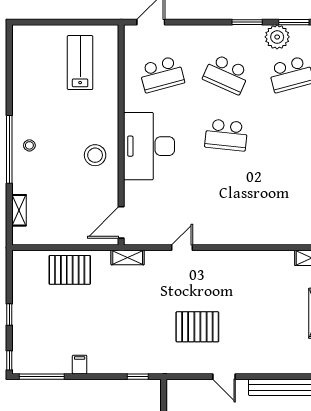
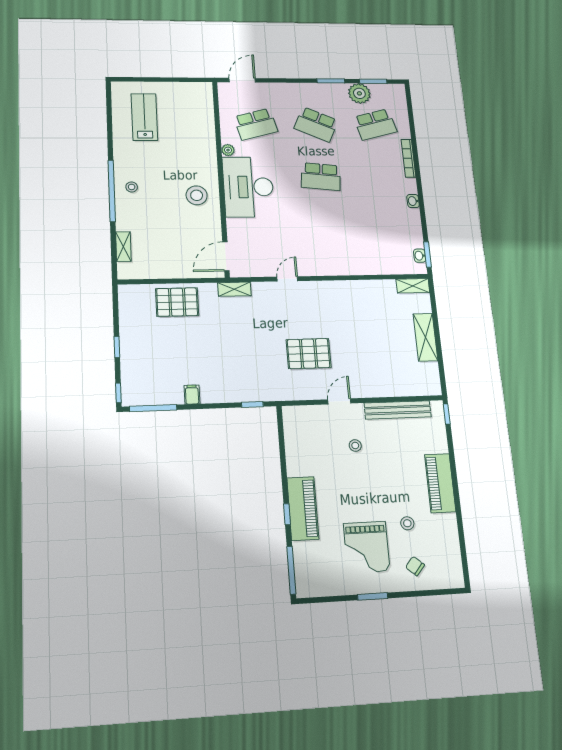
lab bench: (80, 63) -> (144, 117), moved
plant: (130, 104) -> (228, 150), added
door: (224, 377) -> (339, 401), swing flipped

